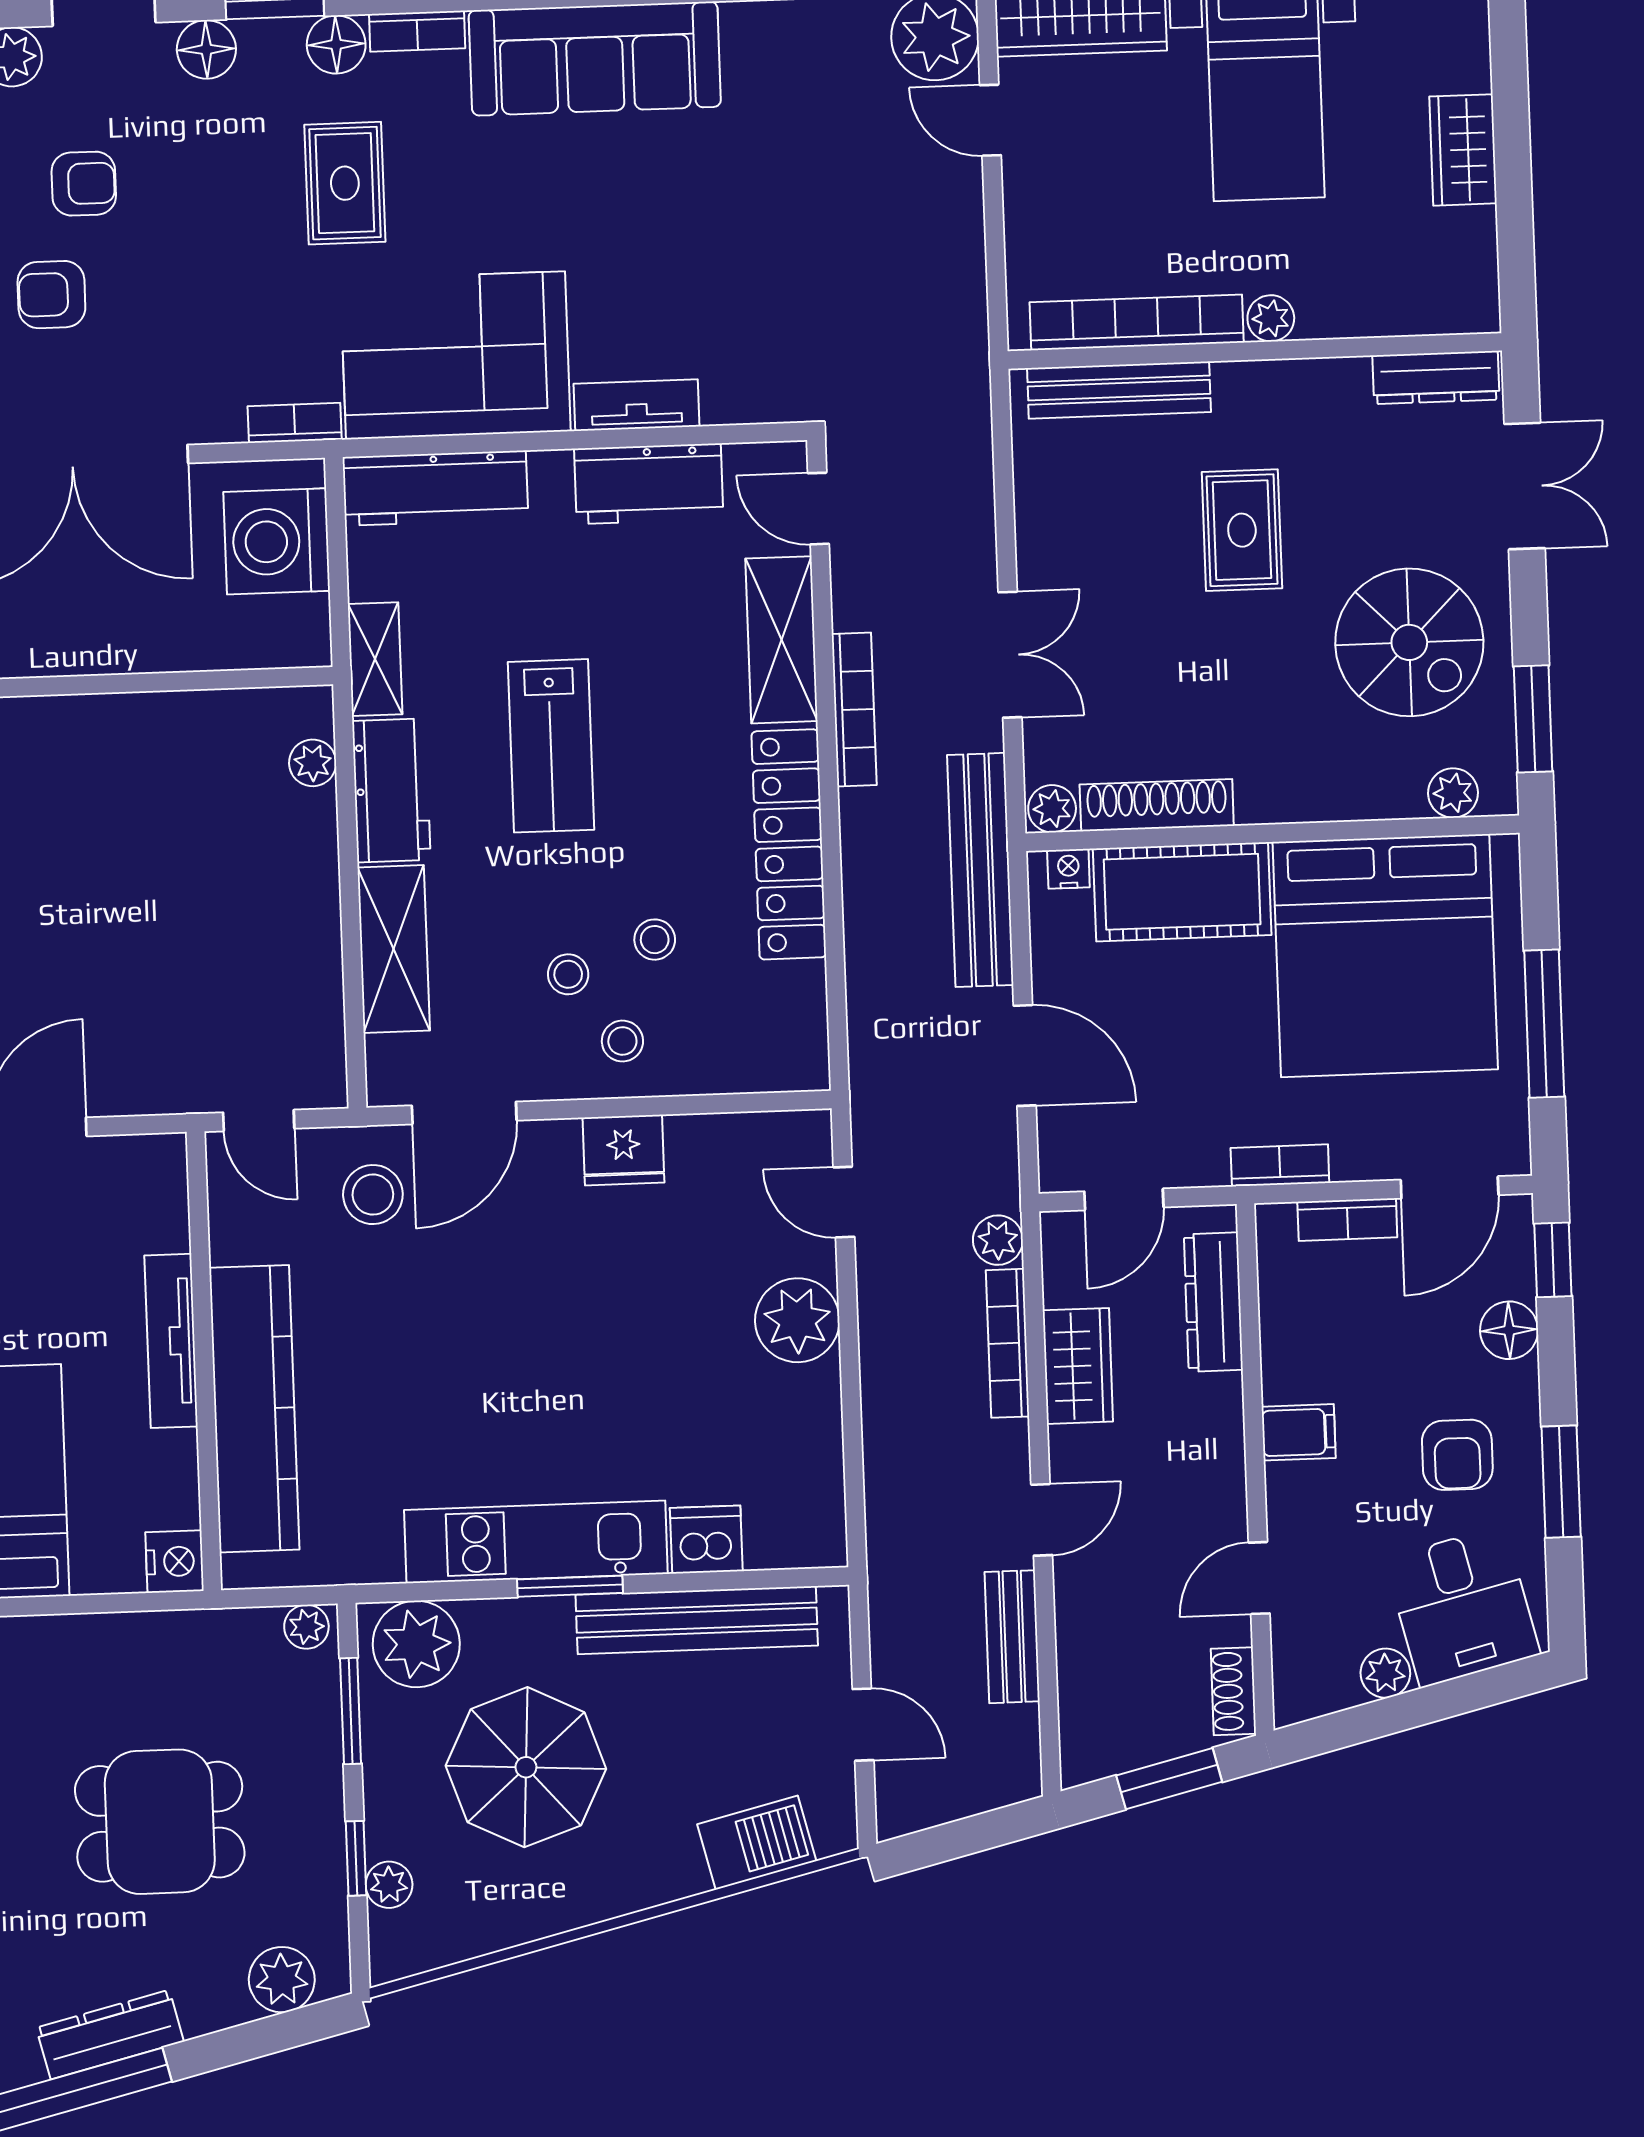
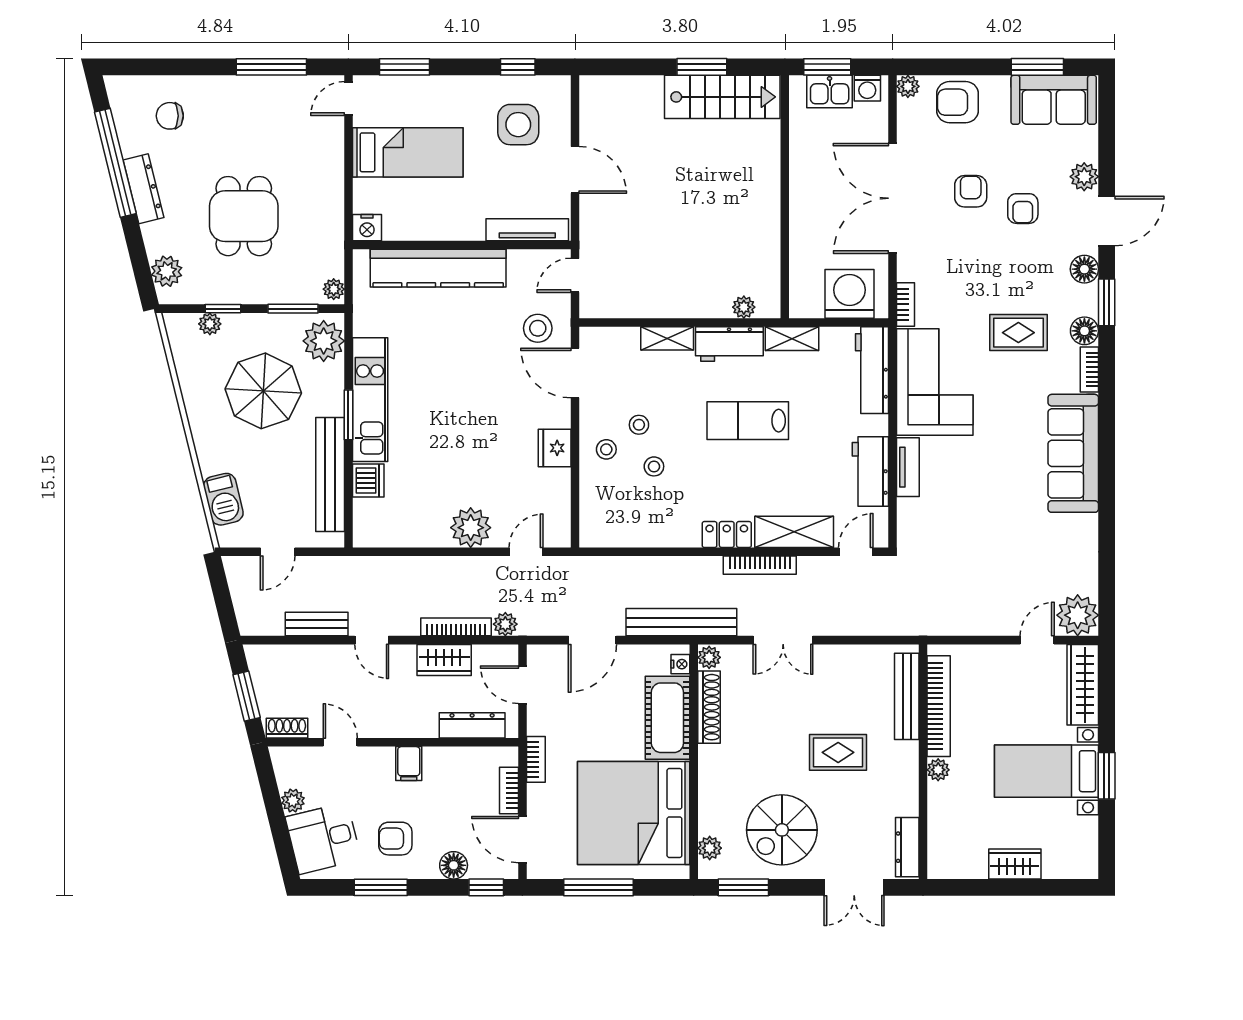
locker: (789, 844) -> (727, 535), width x0.46, depth x0.83
shelving: (394, 949) -> (667, 338), width x0.67, depth x0.75
tv unit: (171, 1341) -> (527, 230), moved

